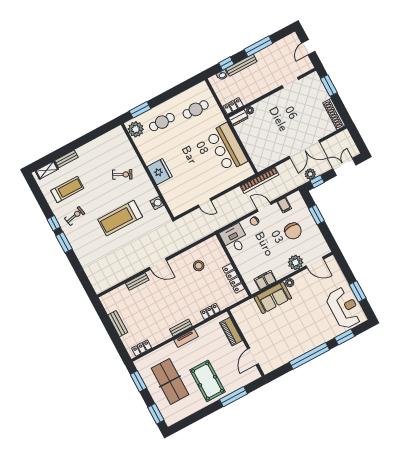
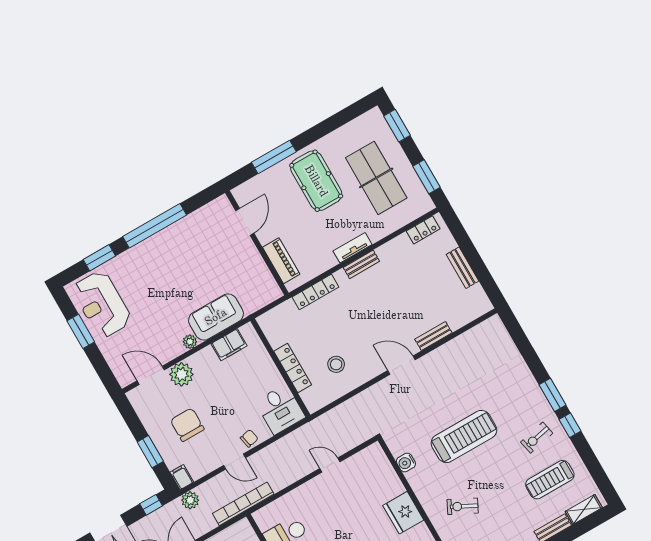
plant: (310, 174) -> (190, 500), moved
filing cabinet: (284, 205) -> (182, 477), moved
locker: (233, 278) -> (293, 368), moved
locker: (210, 311) -> (315, 292), width x1.53

